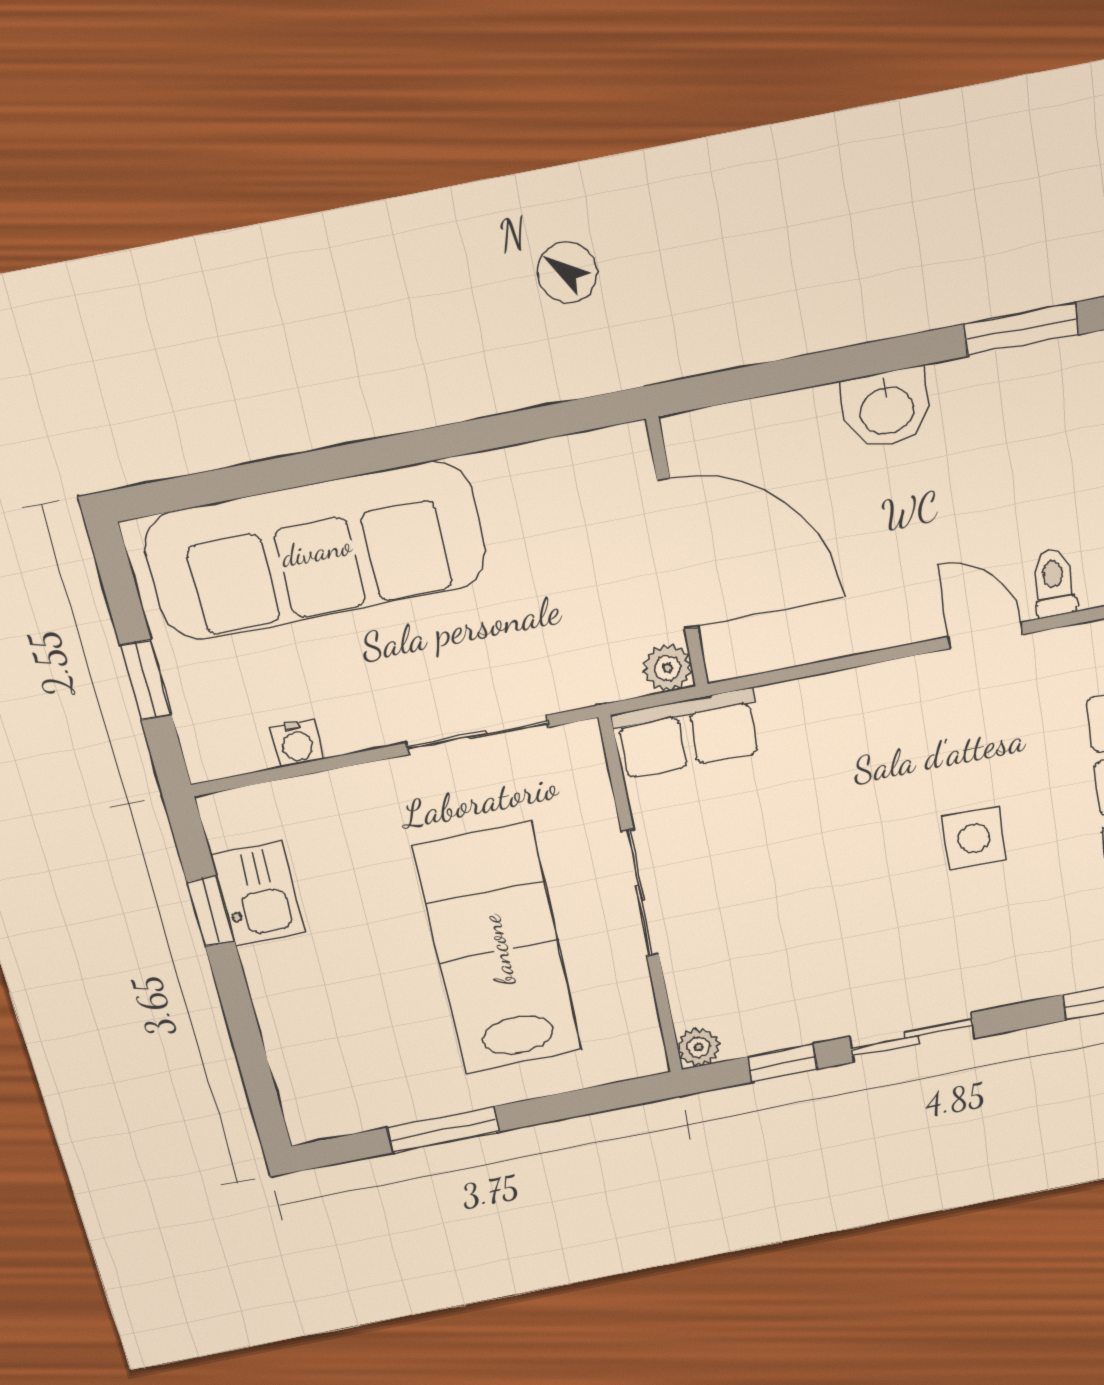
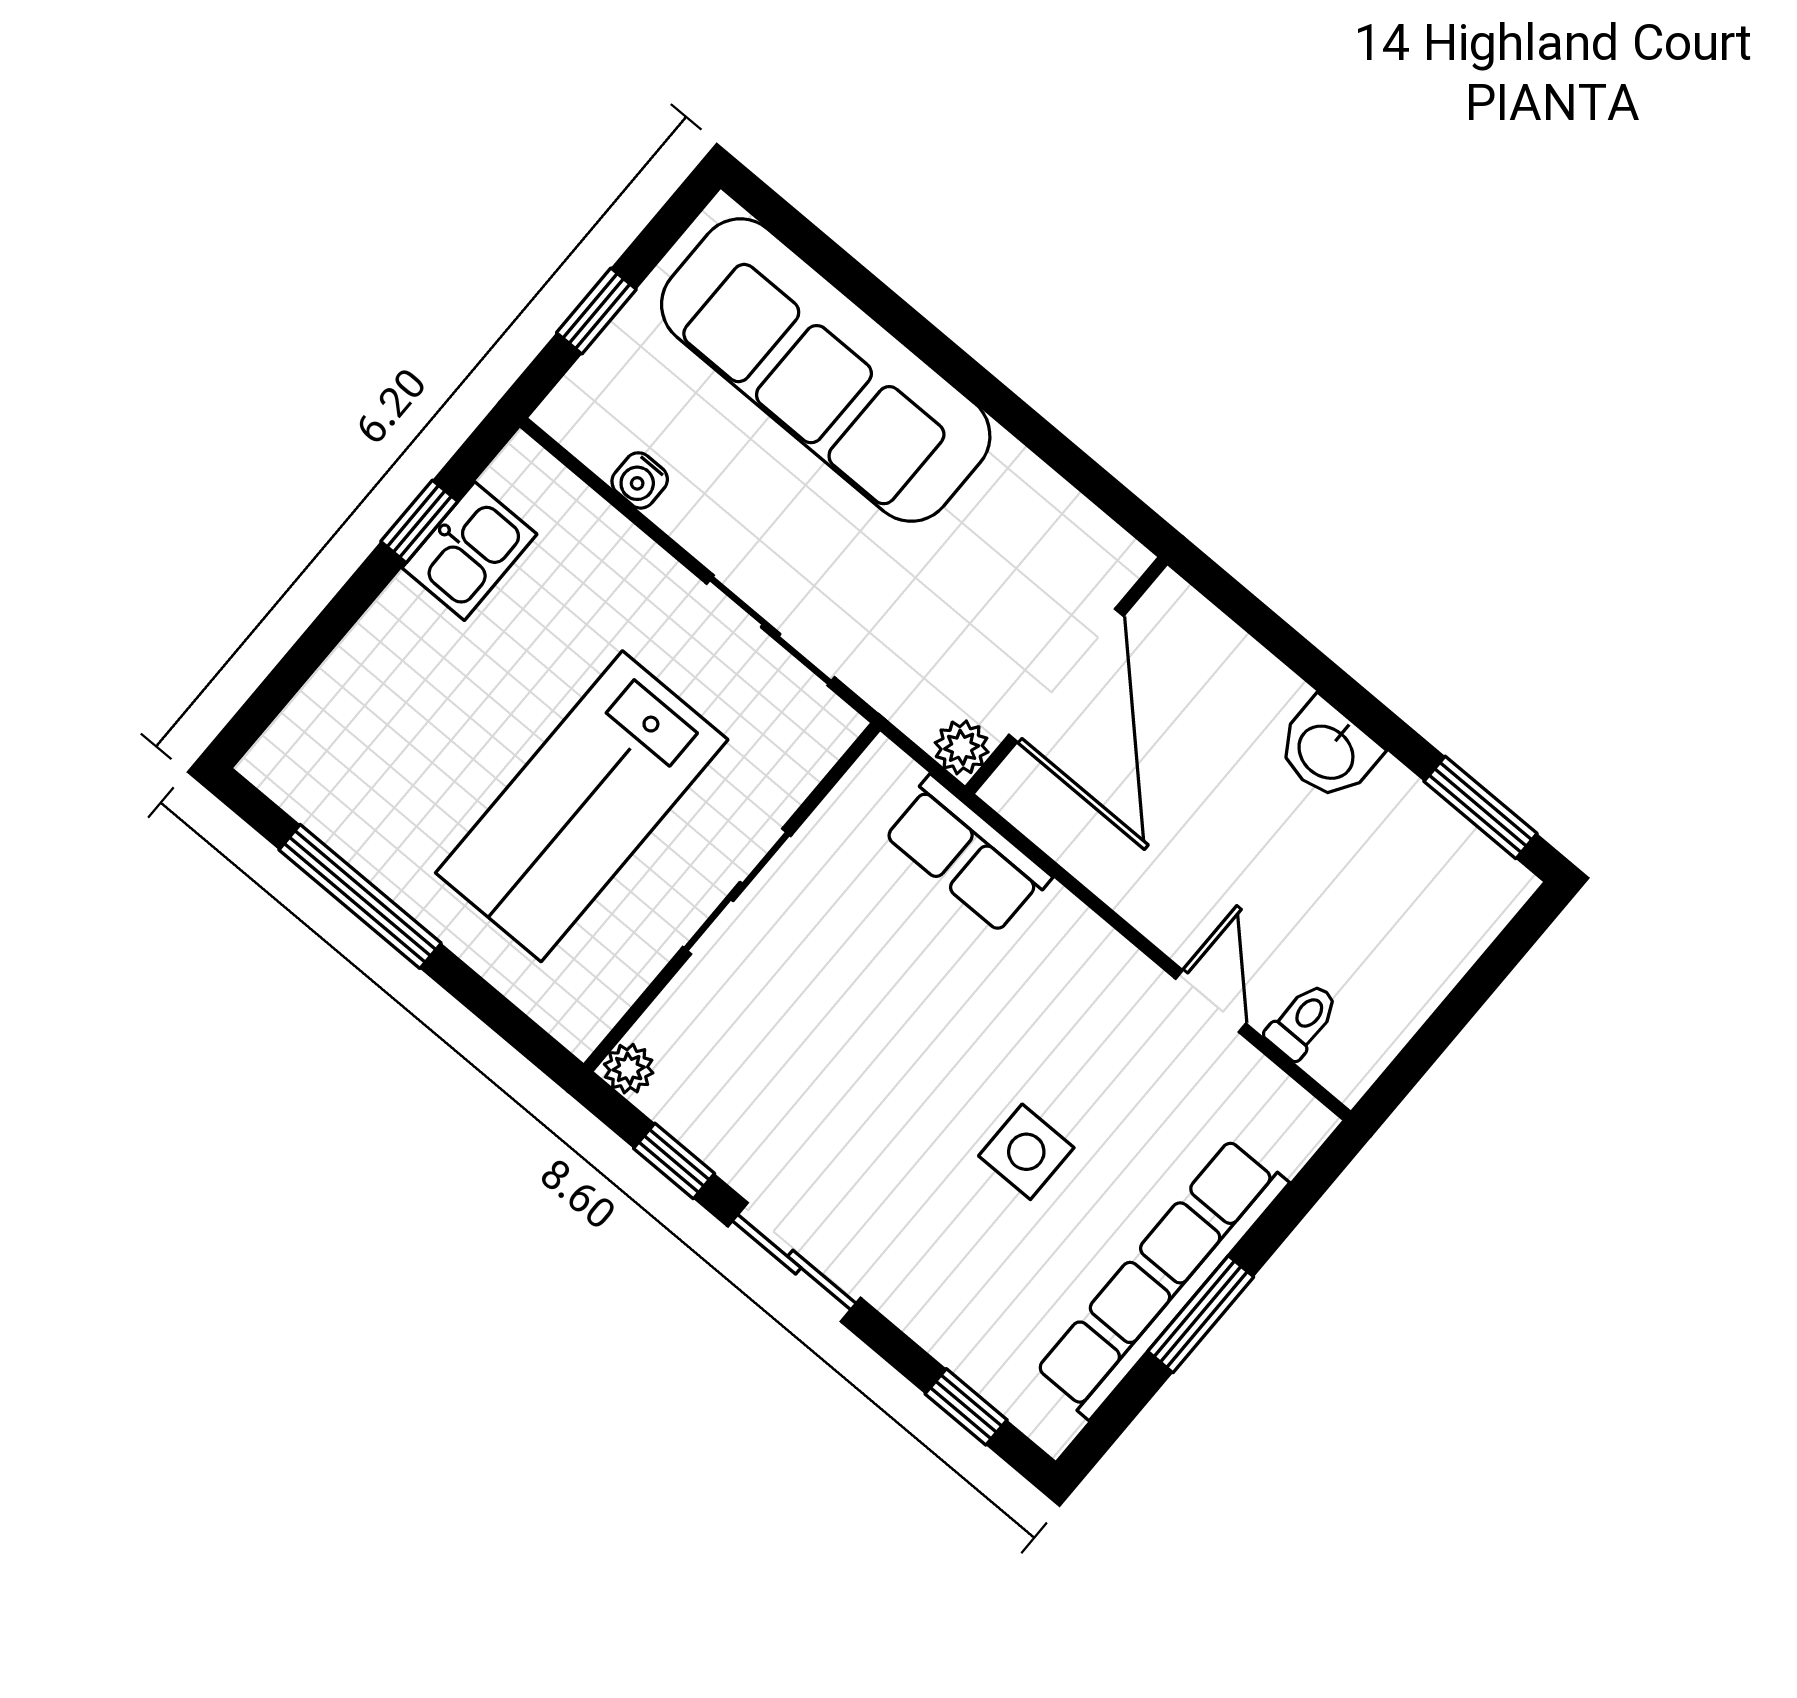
row of seats: (687, 734) -> (967, 855), moved
lab bench: (498, 950) -> (582, 806), turned 180
window: (443, 1130) -> (360, 896), width x1.44

